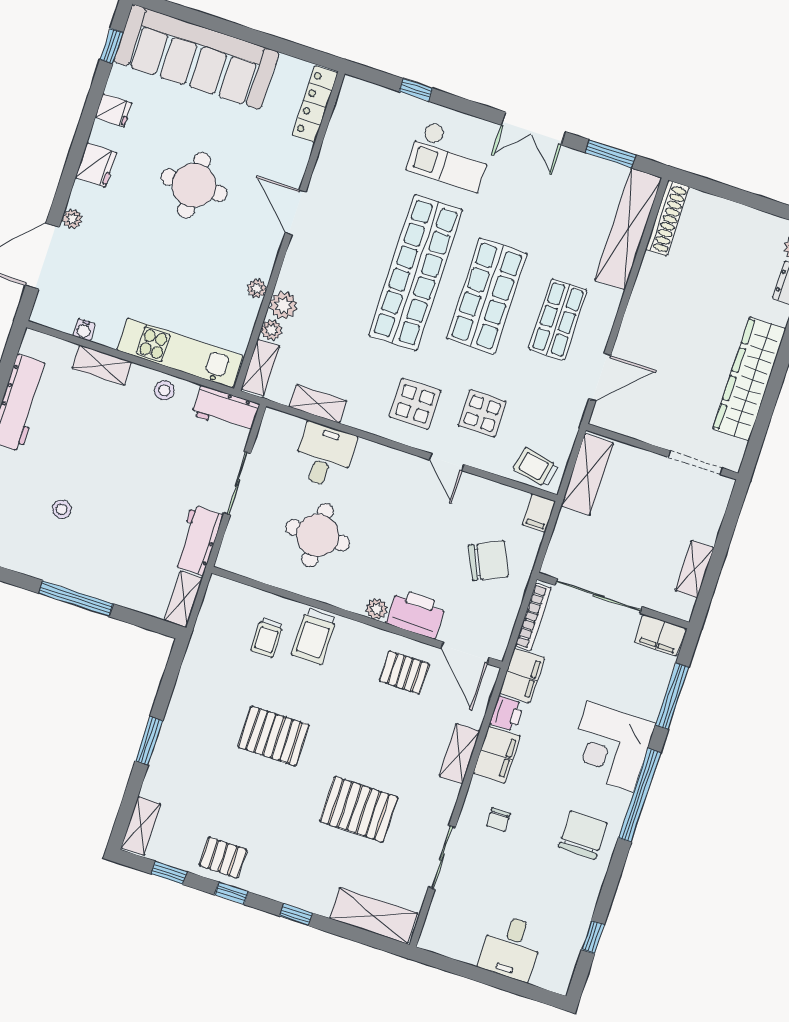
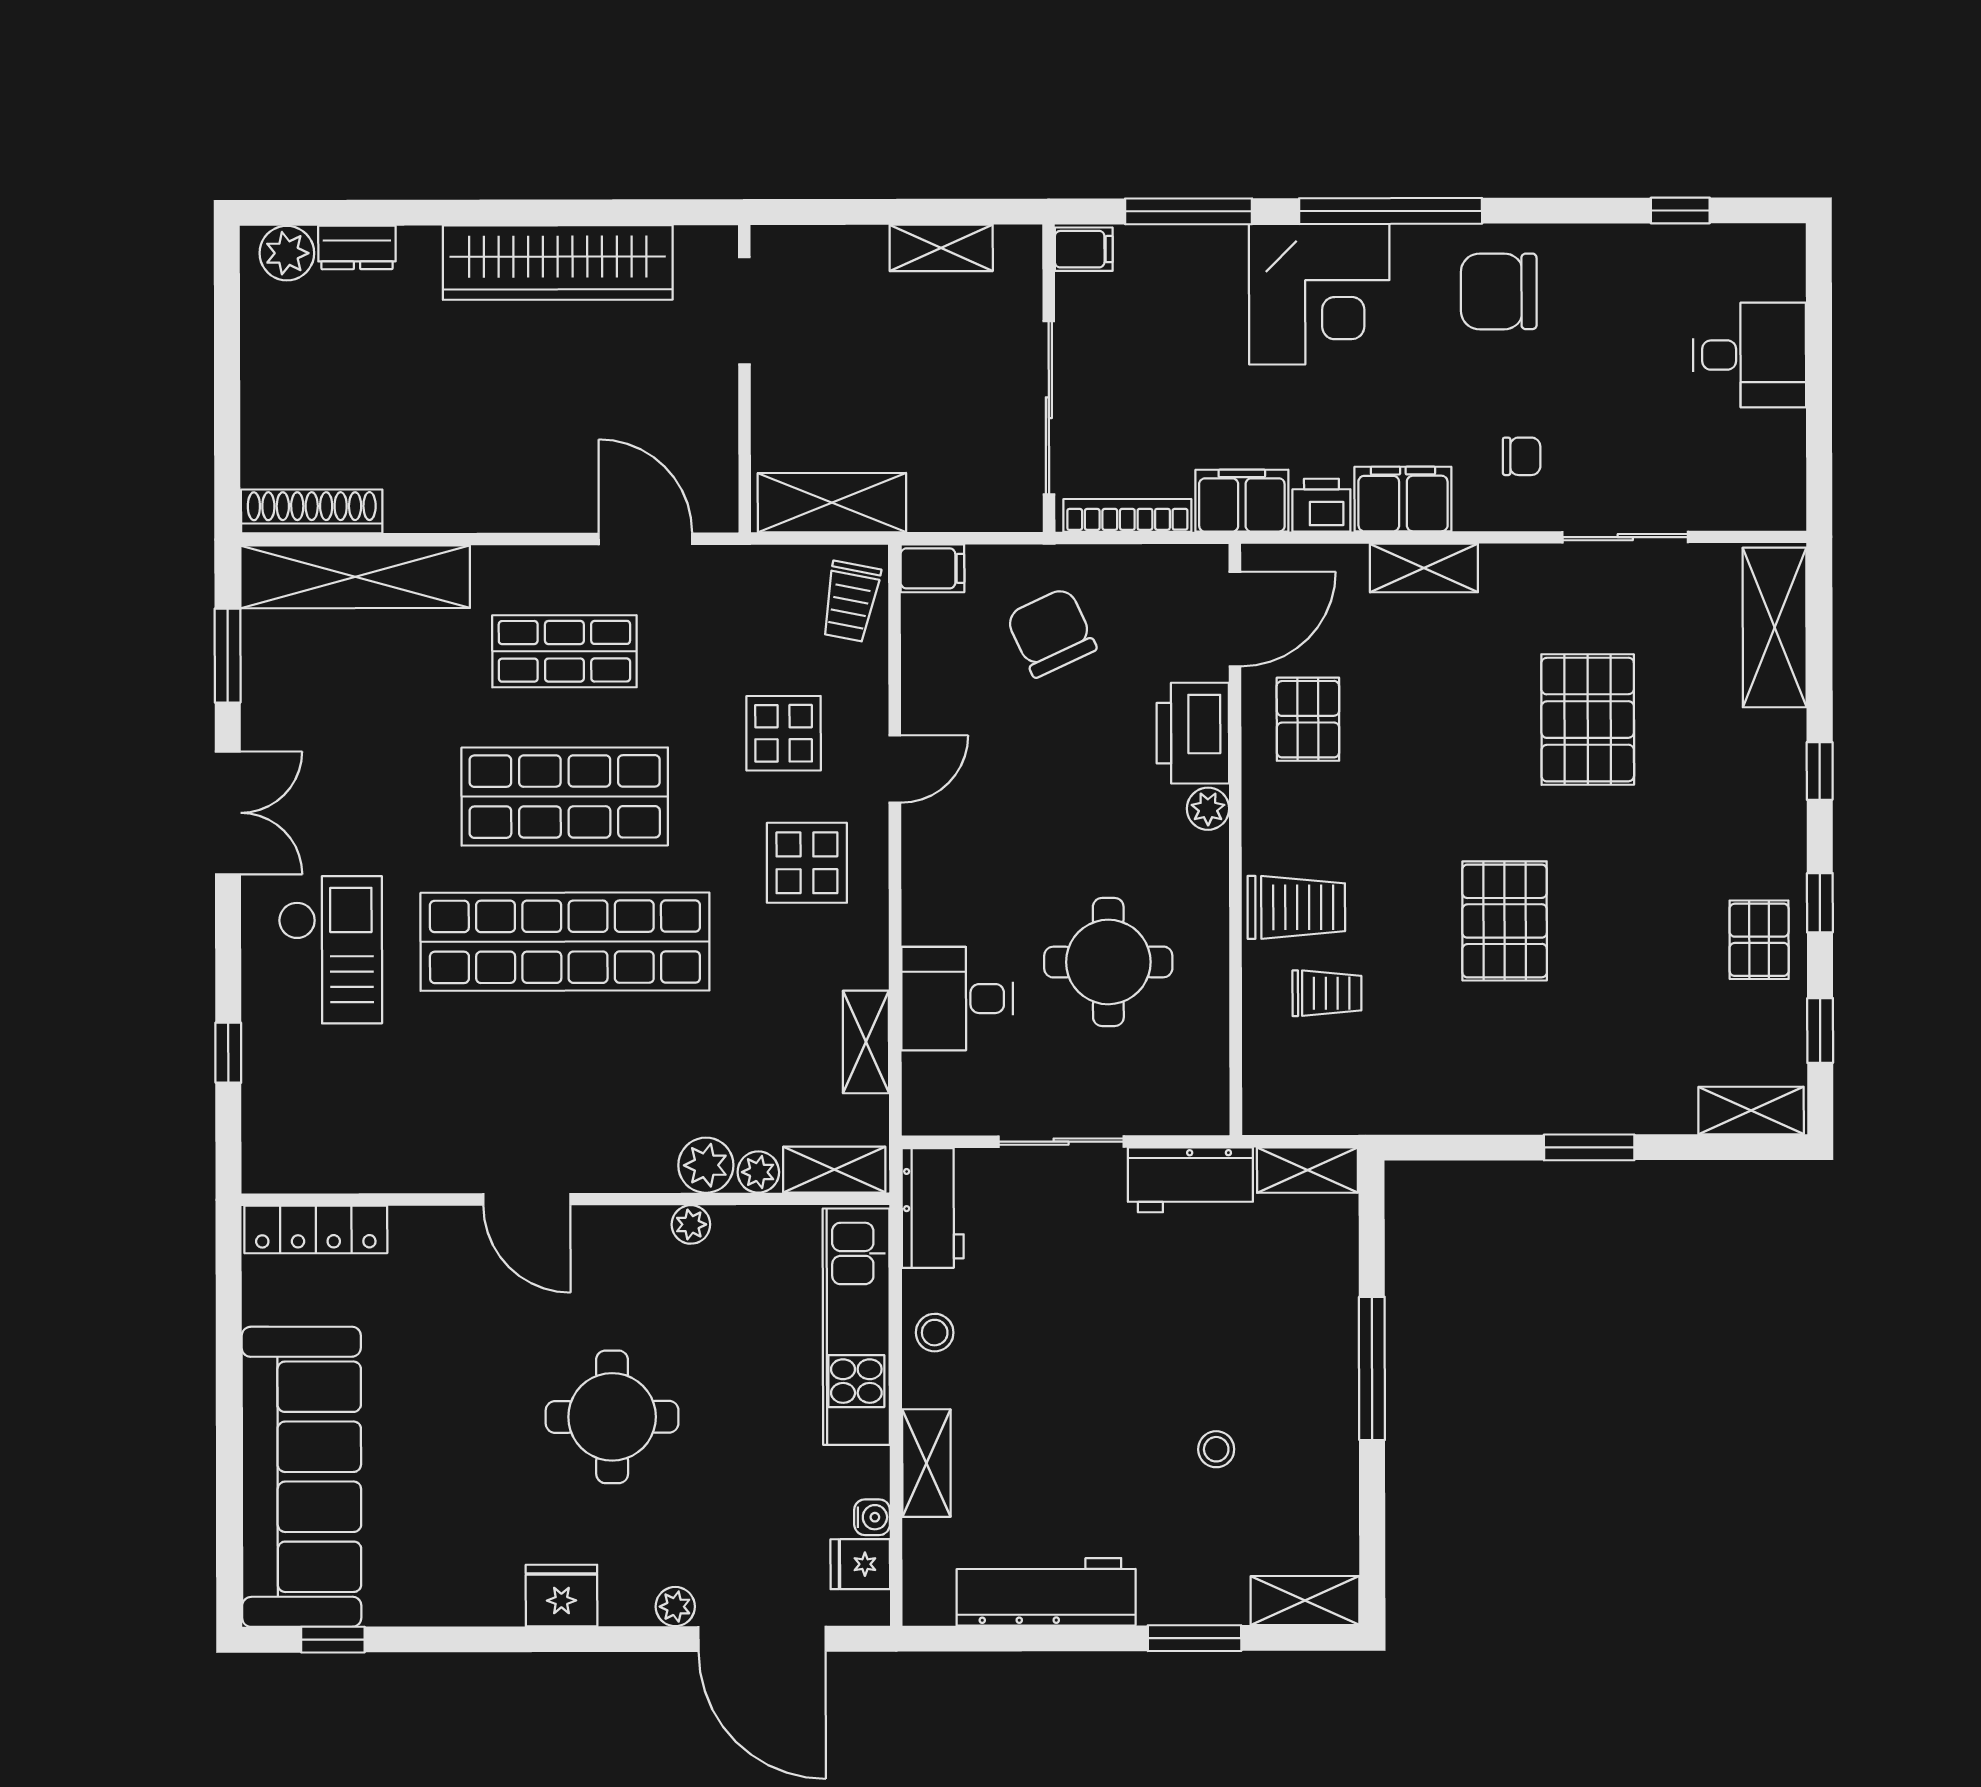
fridge: (114, 110) -> (860, 1564), moved, turned -90
round table: (194, 185) -> (612, 1417), moved
door: (296, 212) -> (527, 1199), hinge flipped
filing cabinet: (660, 635) -> (1084, 249), width x0.50

